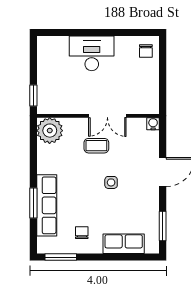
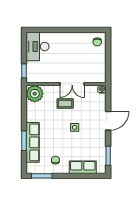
desk: (92, 53) -> (38, 47), moved, turned -90

